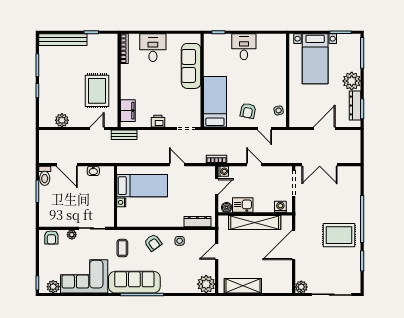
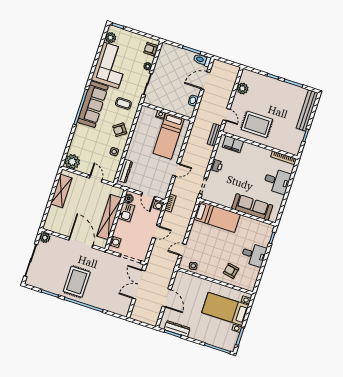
plant: (352, 81) -> (198, 333), removed
armchair: (248, 111) -> (231, 271), moved

